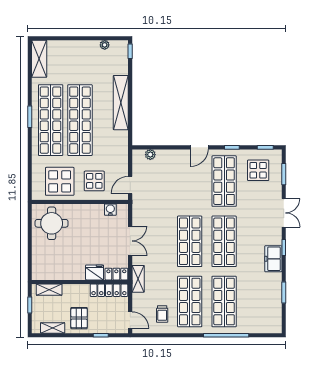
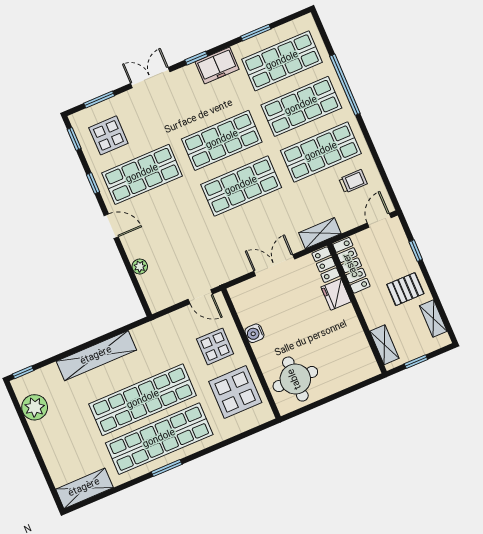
plant: (105, 45) -> (35, 407), width x1.88, depth x1.88
plant: (150, 155) -> (140, 267), moved
water cooler: (110, 210) -> (254, 333), moved
shop shelf: (259, 301) -> (282, 61), added

